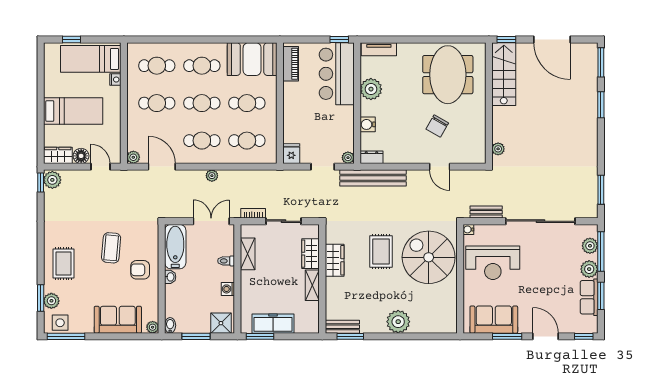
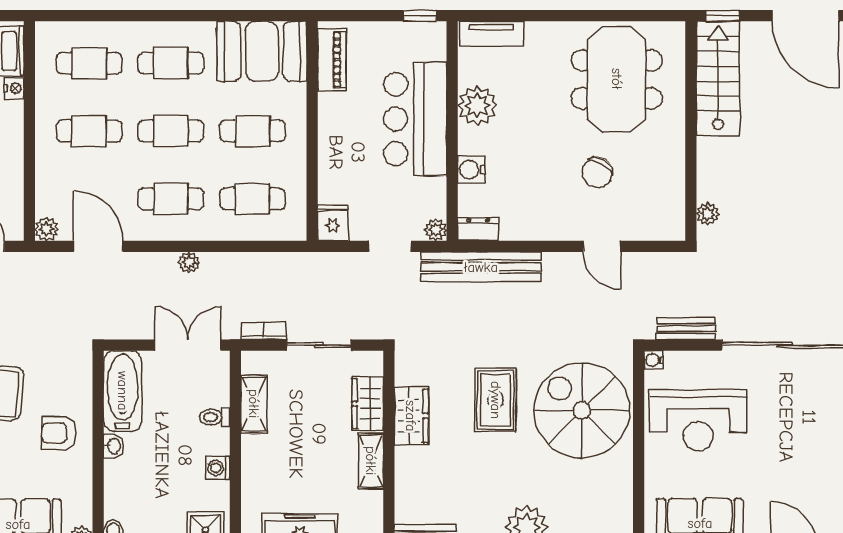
bar counter: (337, 74) -> (415, 119), moved

